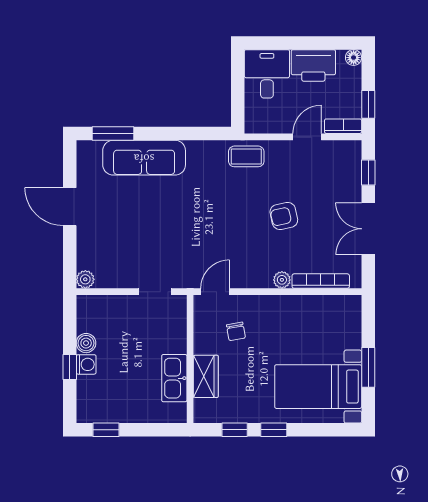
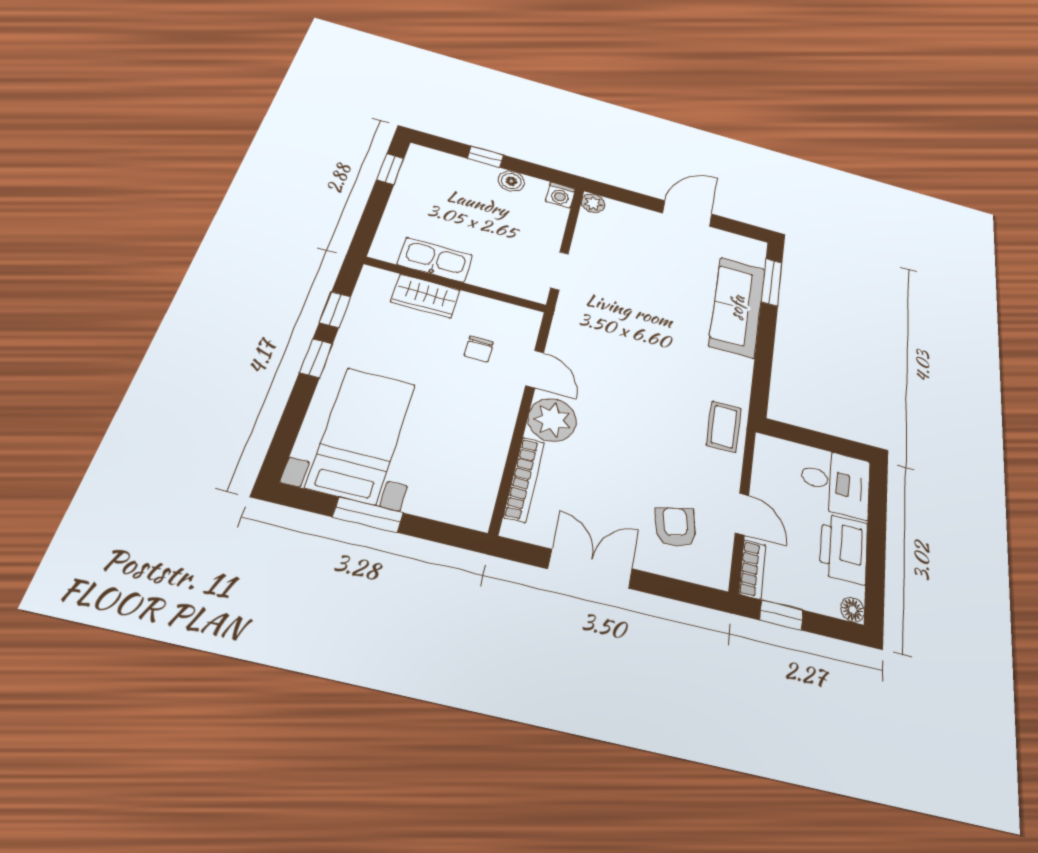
window: (368, 172) -> (678, 590), removed
armchair: (284, 216) -> (676, 527), moved
plant: (282, 280) -> (552, 420), width x1.88, depth x1.88
door: (215, 292) -> (535, 369), moved
chair: (236, 331) -> (479, 349), turned -80
washing machine: (86, 364) -> (560, 195), moved

